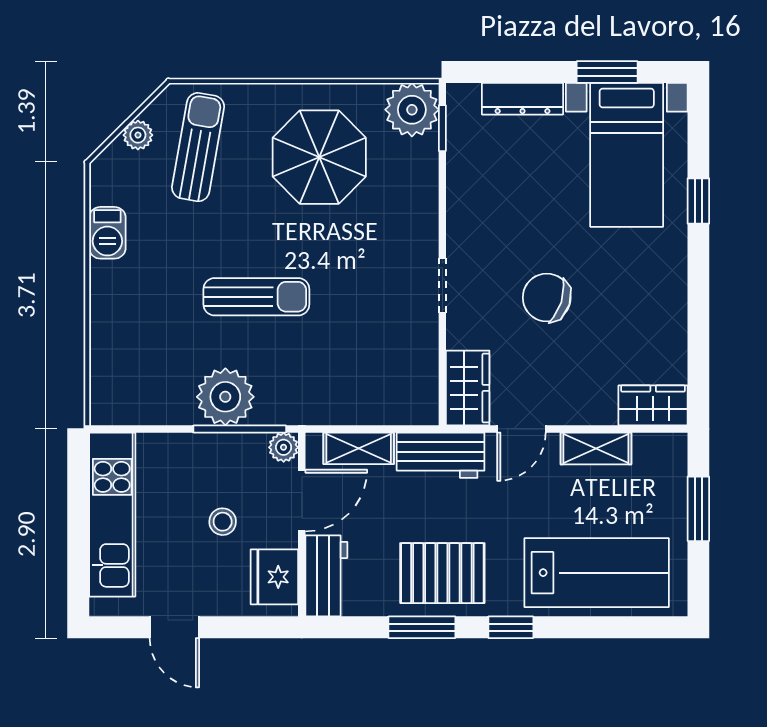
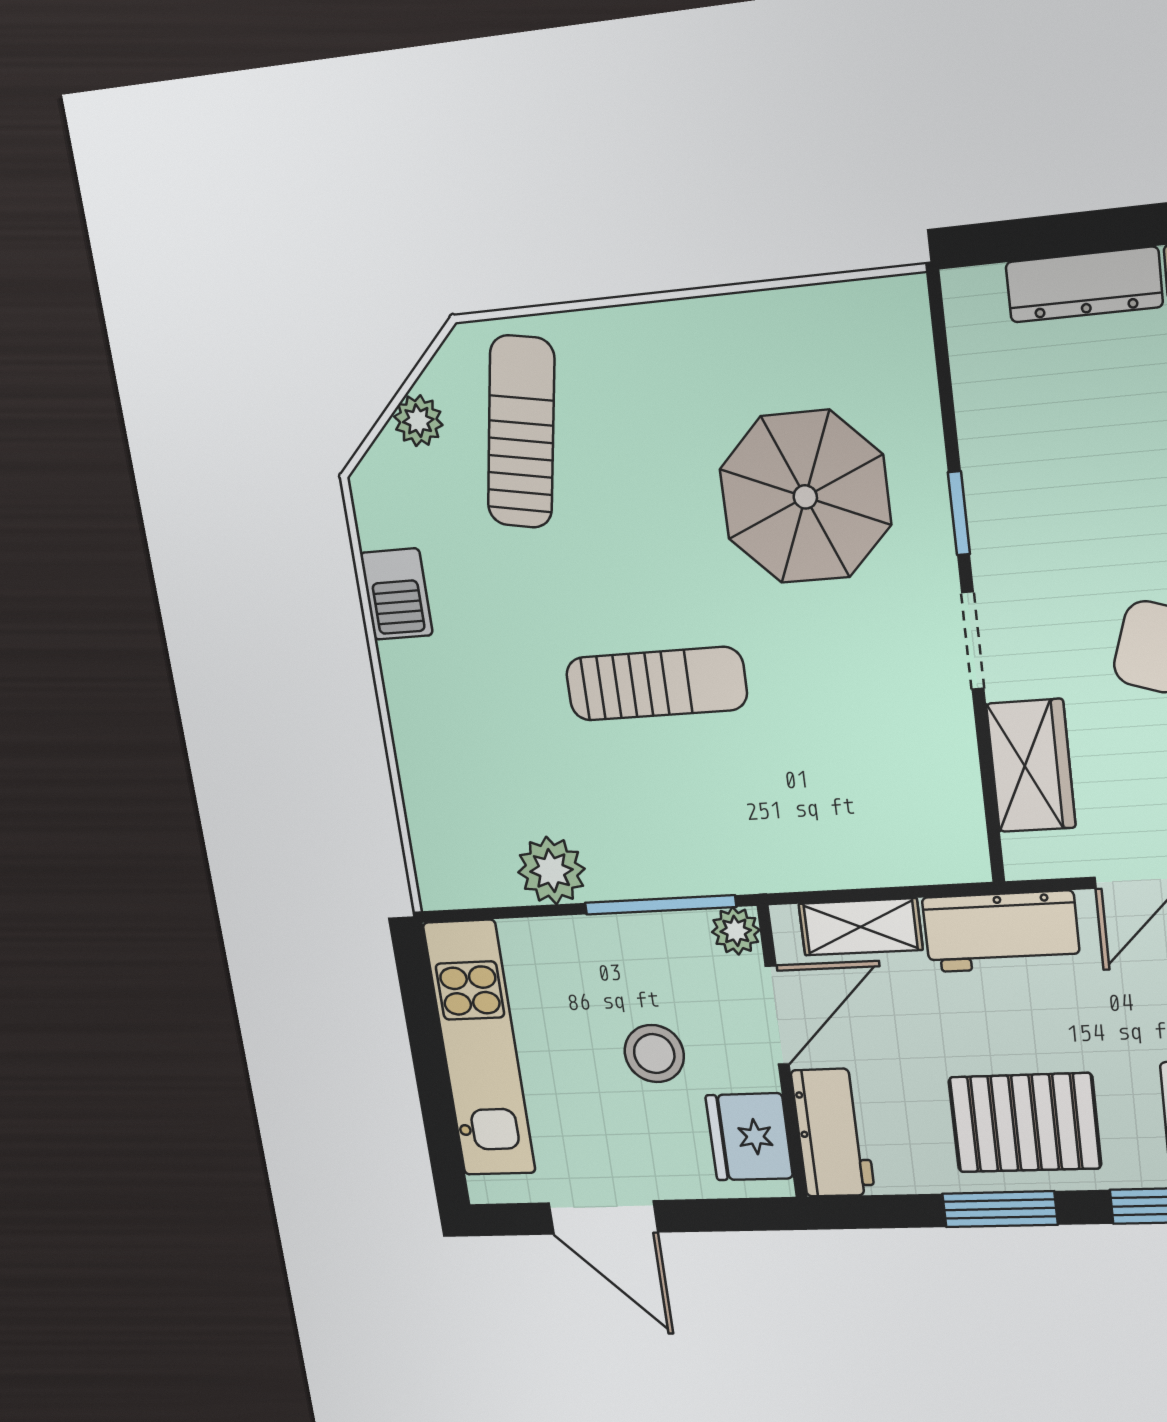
plant: (412, 110) -> (883, 327), removed
window: (442, 128) -> (959, 513), moved
parasol: (319, 157) -> (805, 497), moved
wardrobe: (468, 388) -> (1031, 766), moved
plant: (225, 397) -> (551, 871), moved, width x0.73, depth x0.73
stool: (223, 522) -> (654, 1054), width x1.37, depth x1.37
door: (174, 627) -> (603, 1218), width x1.38

